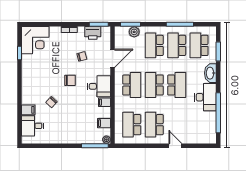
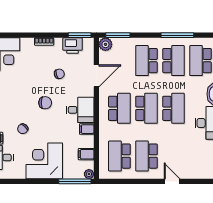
plant: (134, 32) -> (105, 44), moved
school desk: (177, 45) -> (173, 61), turned 180
school desk: (154, 85) -> (146, 108), turned 180
corner desk: (69, 129) -> (44, 161), added

